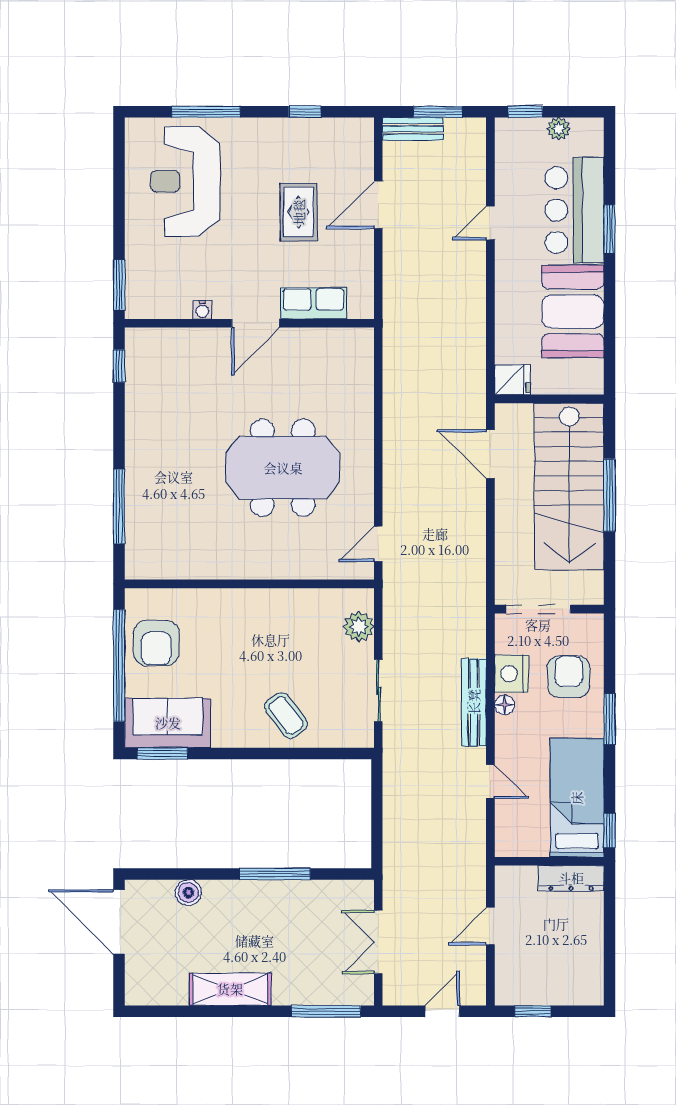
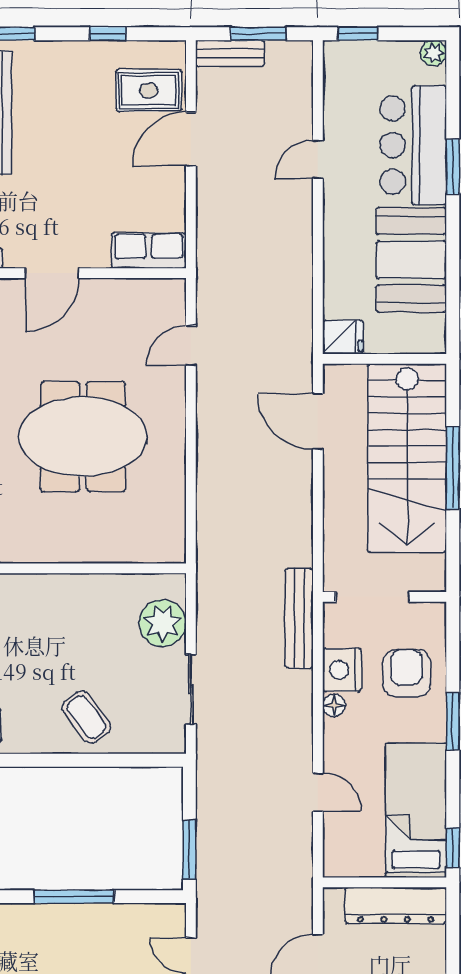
plant: (559, 129) -> (433, 53), moved
rug: (299, 212) -> (149, 90), moved, turned 90
row of seats: (314, 303) -> (149, 251), moved
door: (378, 544) -> (191, 346), moved
plant: (359, 627) -> (163, 623), width x1.36, depth x1.36
bench: (474, 702) -> (299, 618), moved
window: (377, 832) -> (189, 850), added
dresser: (571, 878) -> (396, 905), width x1.37, depth x1.24

